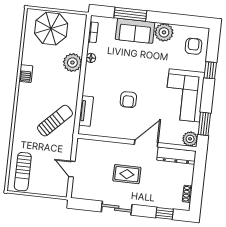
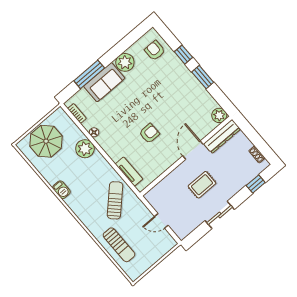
corner sofa: (184, 95) -> (184, 90), removed
armchair: (128, 100) -> (149, 133), turned -90
window: (204, 124) -> (203, 77), moved
sun lounger: (23, 172) -> (119, 245), moved

